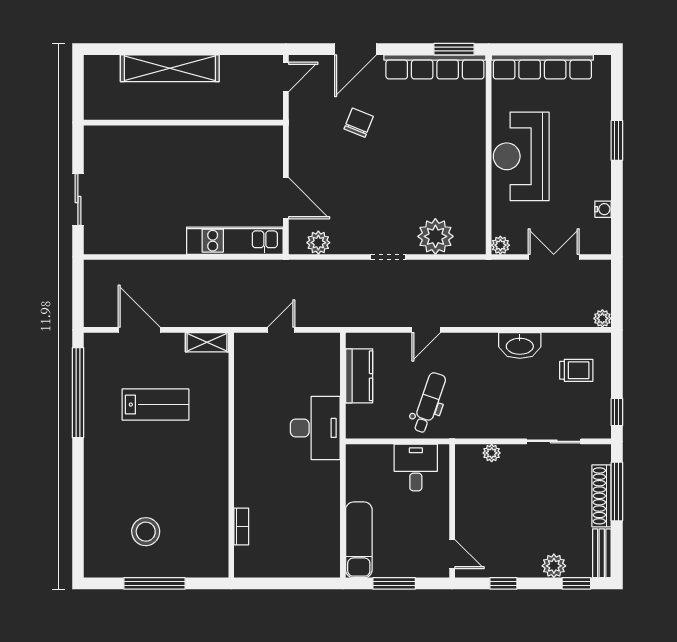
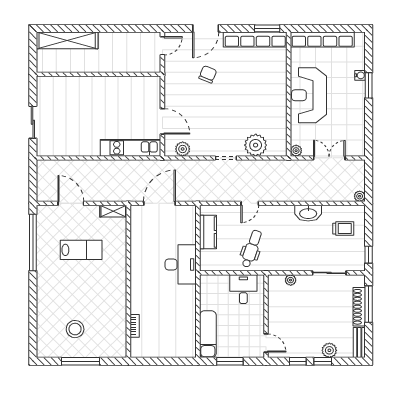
shelving: (170, 68) -> (67, 40), moved
water cooler: (603, 209) -> (360, 75), moved
door: (281, 330) -> (159, 203), width x1.87
window: (576, 583) -> (323, 361), moved

